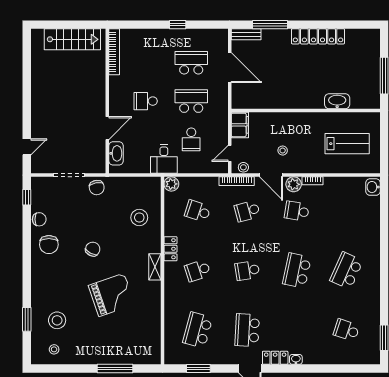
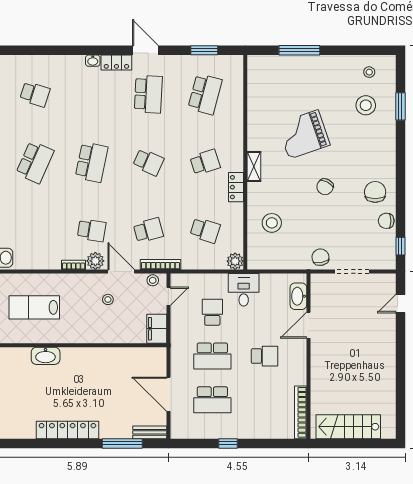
school desk: (247, 271) -> (148, 162), turned 33

